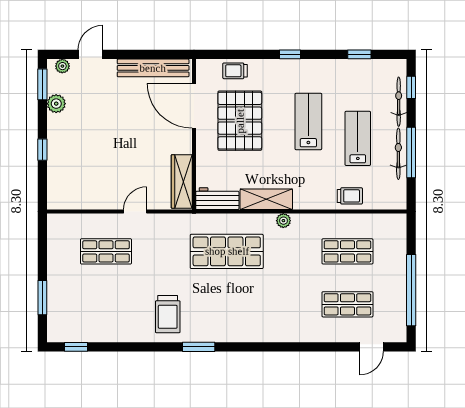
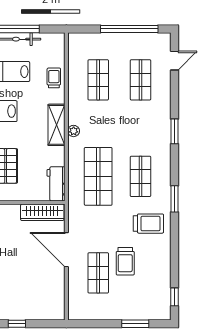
shelving: (266, 199) -> (57, 125), moved
door: (135, 212) -> (66, 250), width x1.88
trolley: (121, 285) -> (125, 261), added
shop shelf: (227, 304) -> (141, 176), added
window: (283, 347) -> (175, 131), added
door: (371, 347) -> (175, 61), hinge flipped

